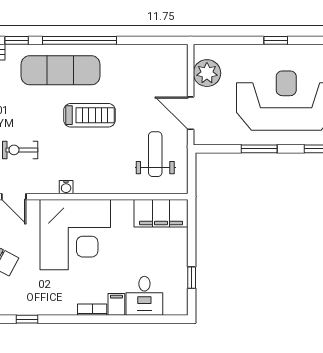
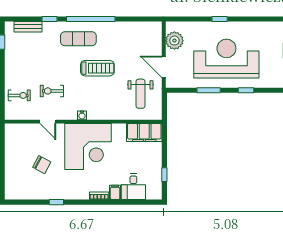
exercise mat: (61, 70) -> (78, 39), width x0.73, depth x0.69
weight bench: (155, 154) -> (140, 94), turned 180

